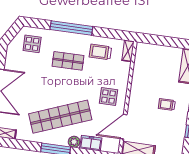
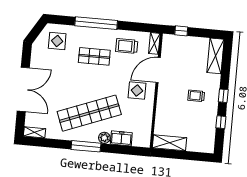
window: (155, 40) -> (181, 31), added
door: (124, 127) -> (158, 70), moved

